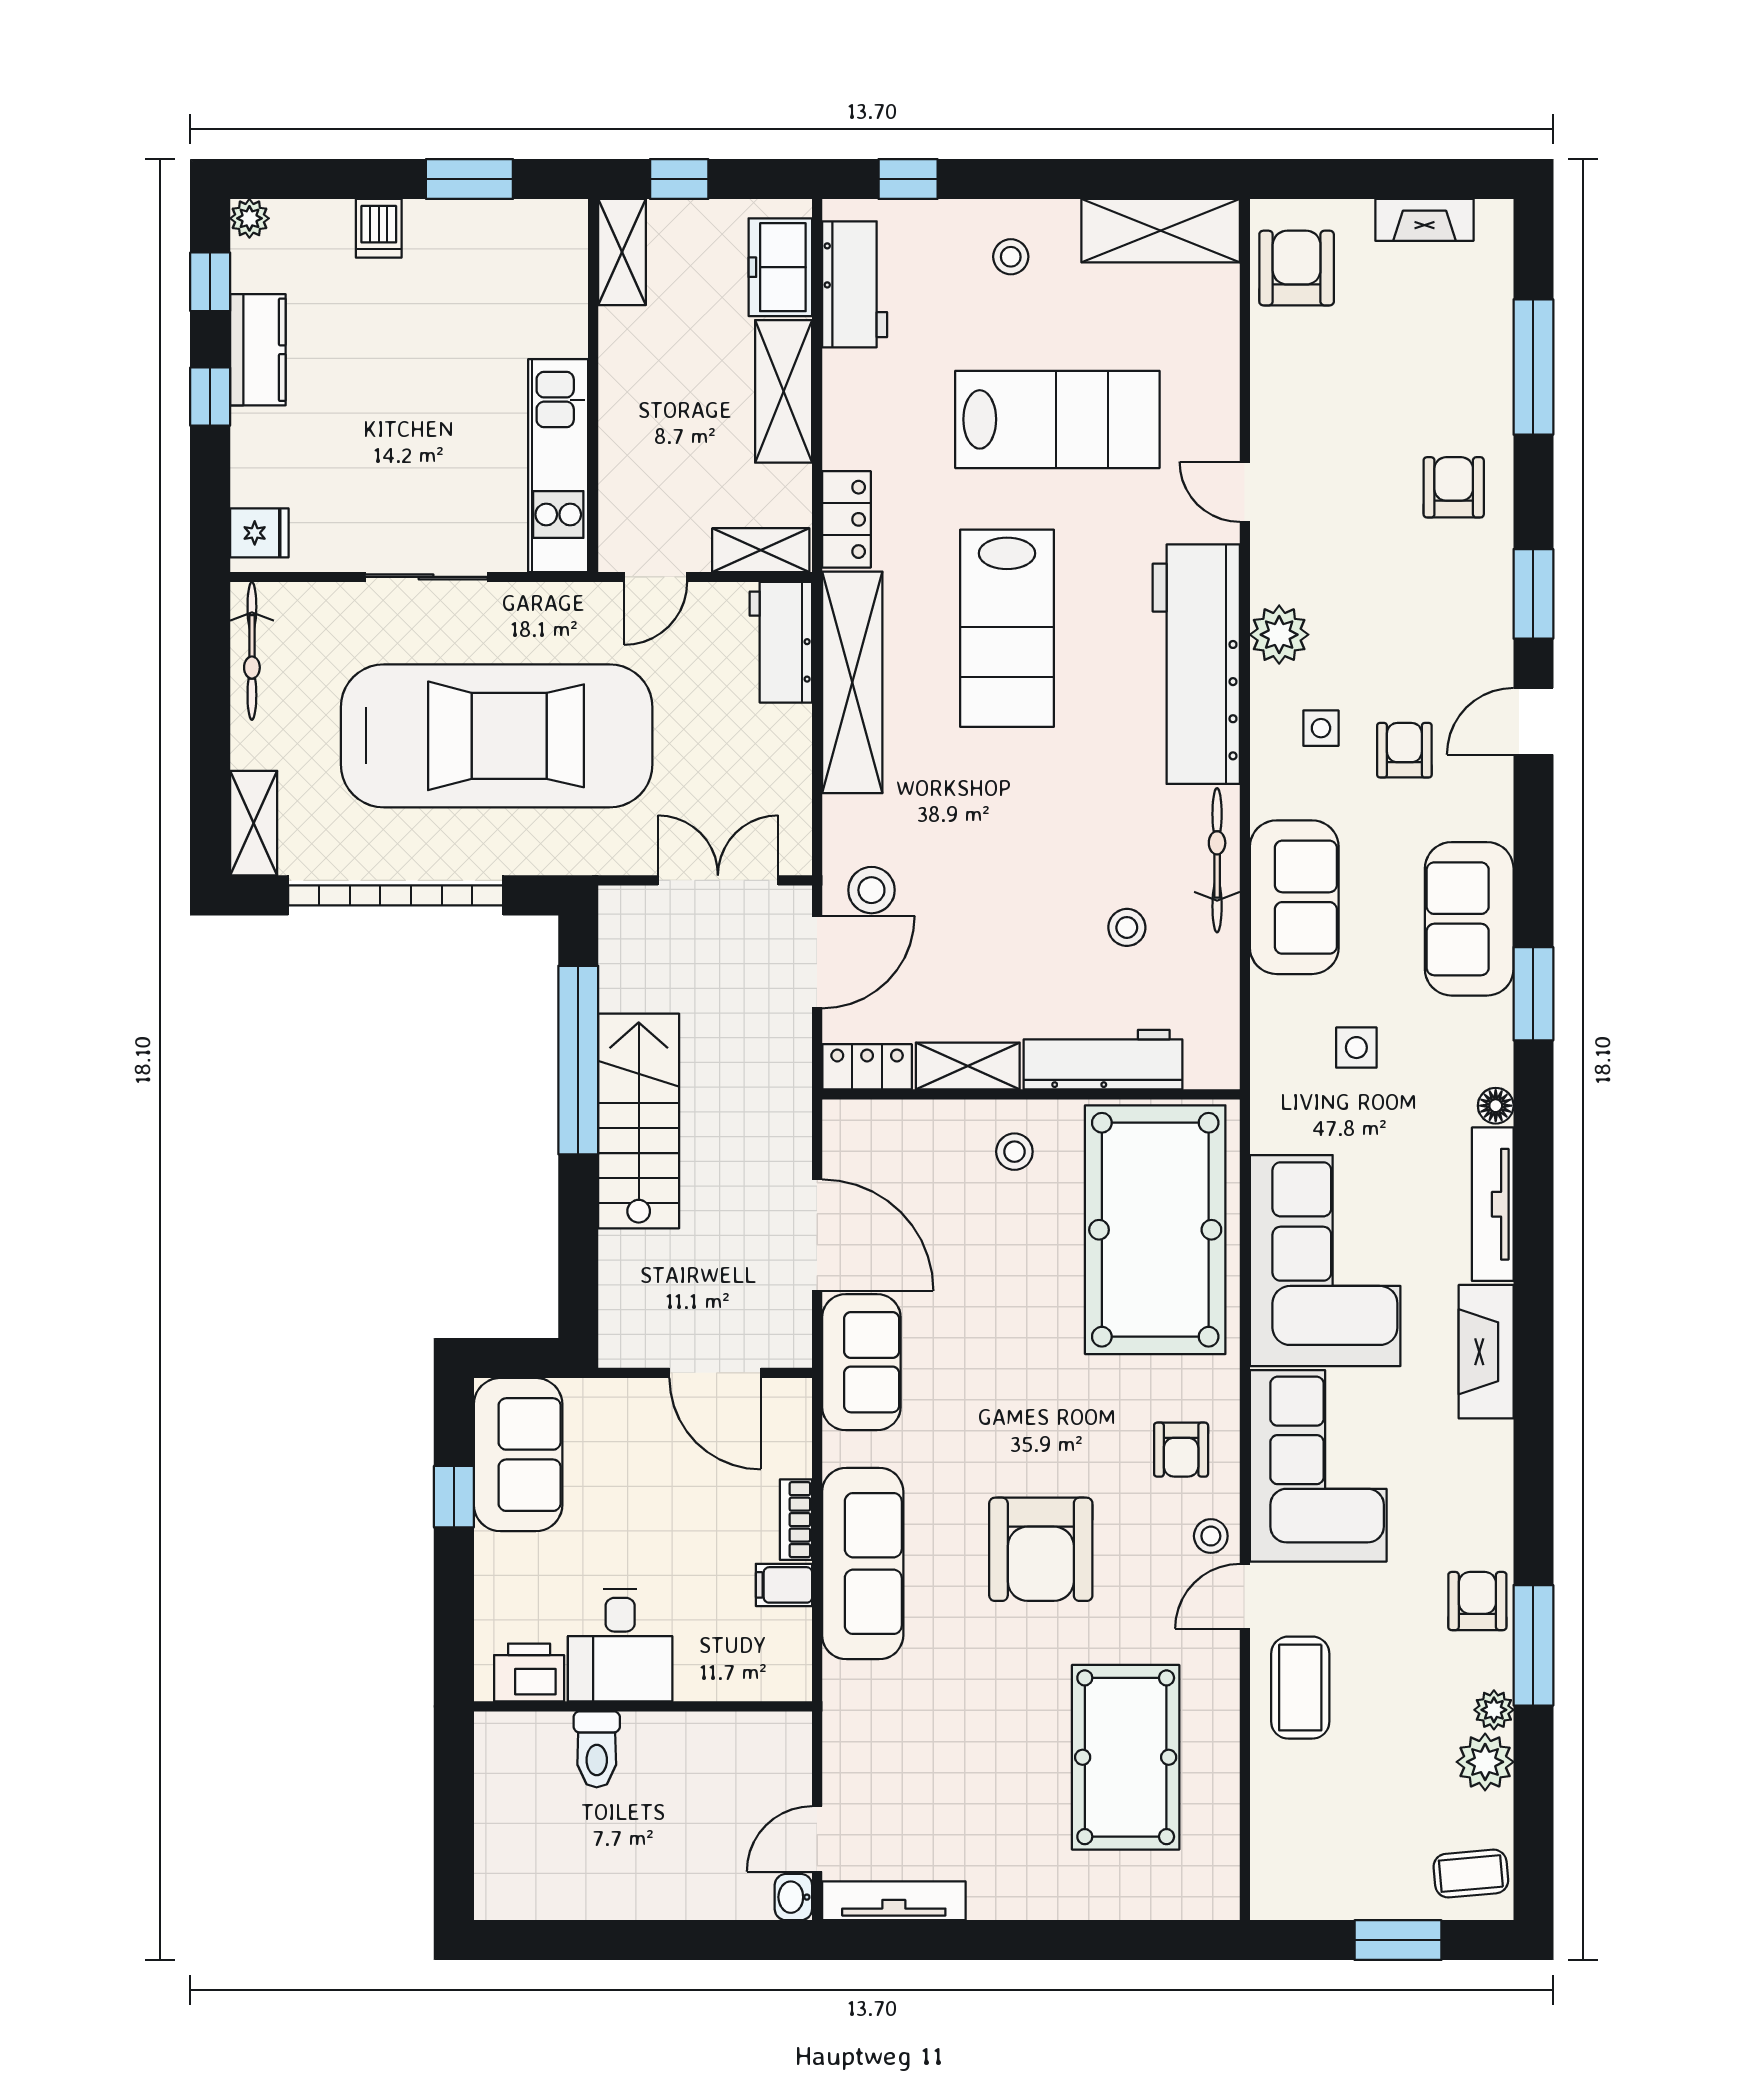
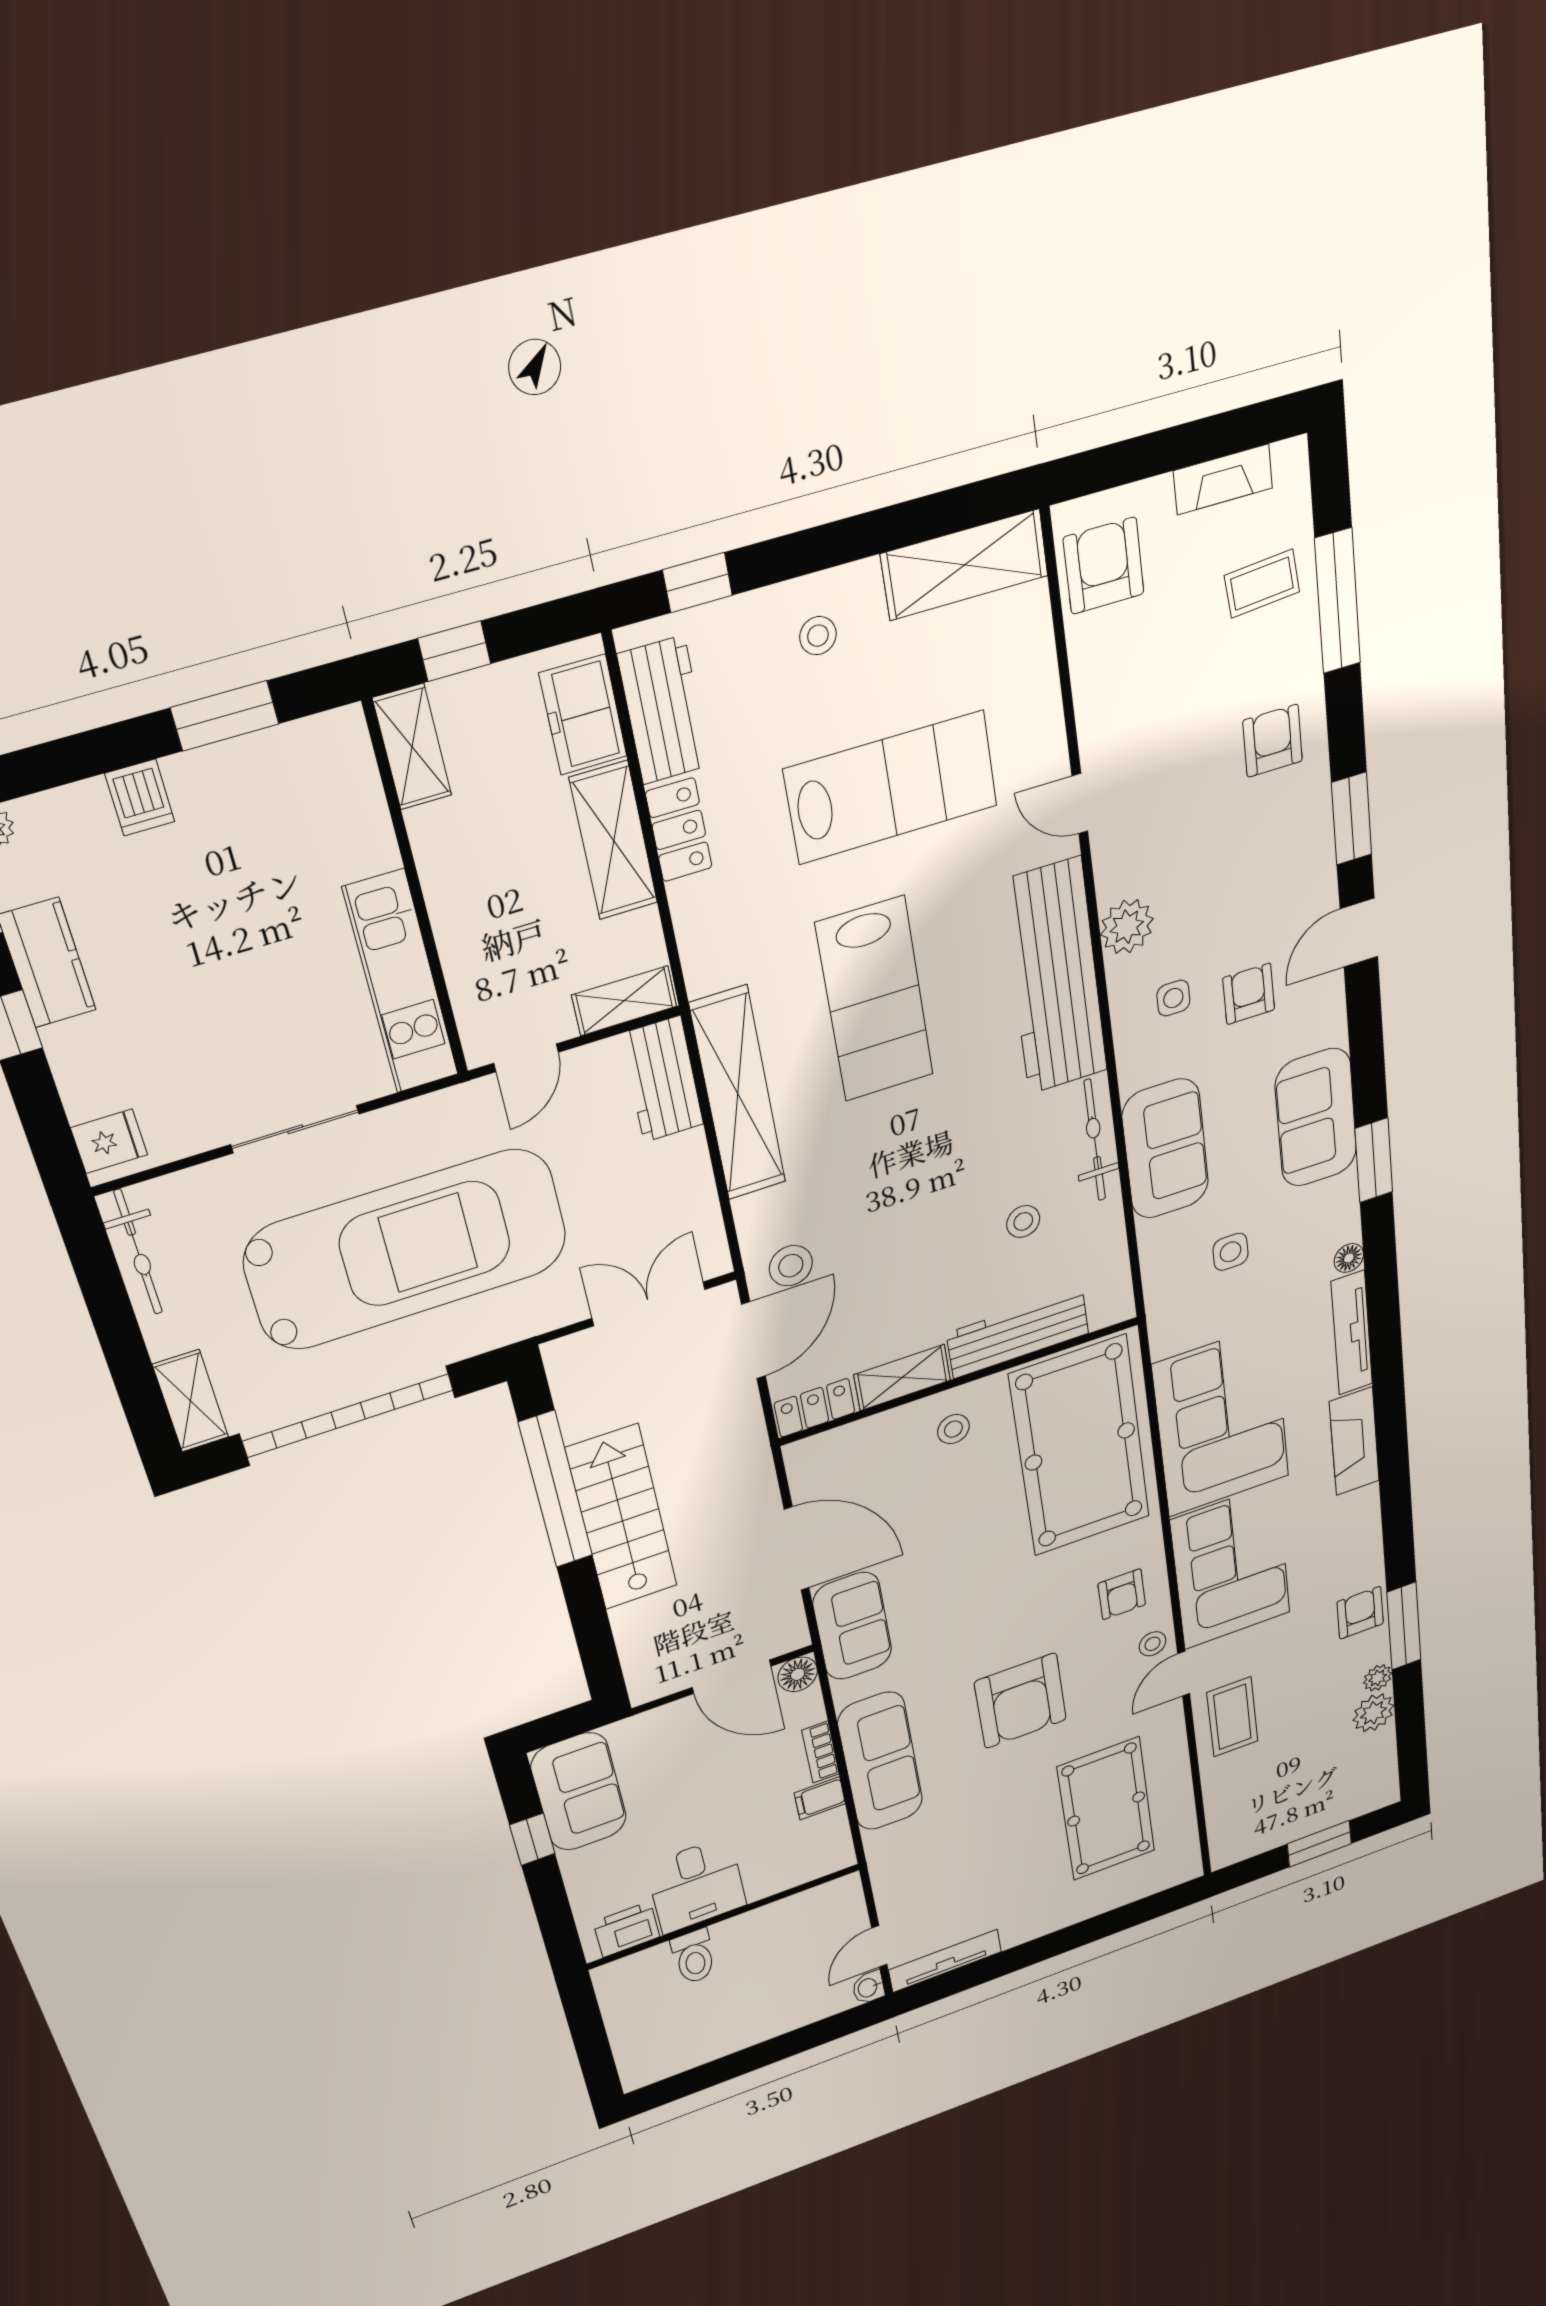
locker: (846, 519) -> (679, 830), moved
floor lamp: (789, 1401) -> (798, 1674), added
coffee table: (1471, 1874) -> (1262, 584), moved

